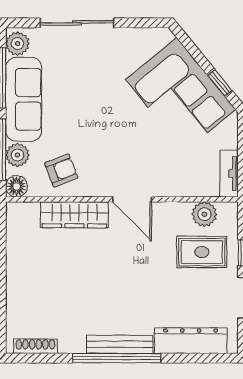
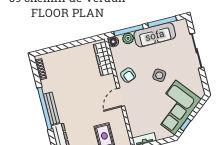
plant: (17, 44) -> (180, 25), removed
side table: (108, 111) -> (159, 75), added
armchair: (61, 171) -> (128, 75), moved
plant: (204, 214) -> (122, 133), removed
wardrobe: (74, 215) -> (103, 59), moved

